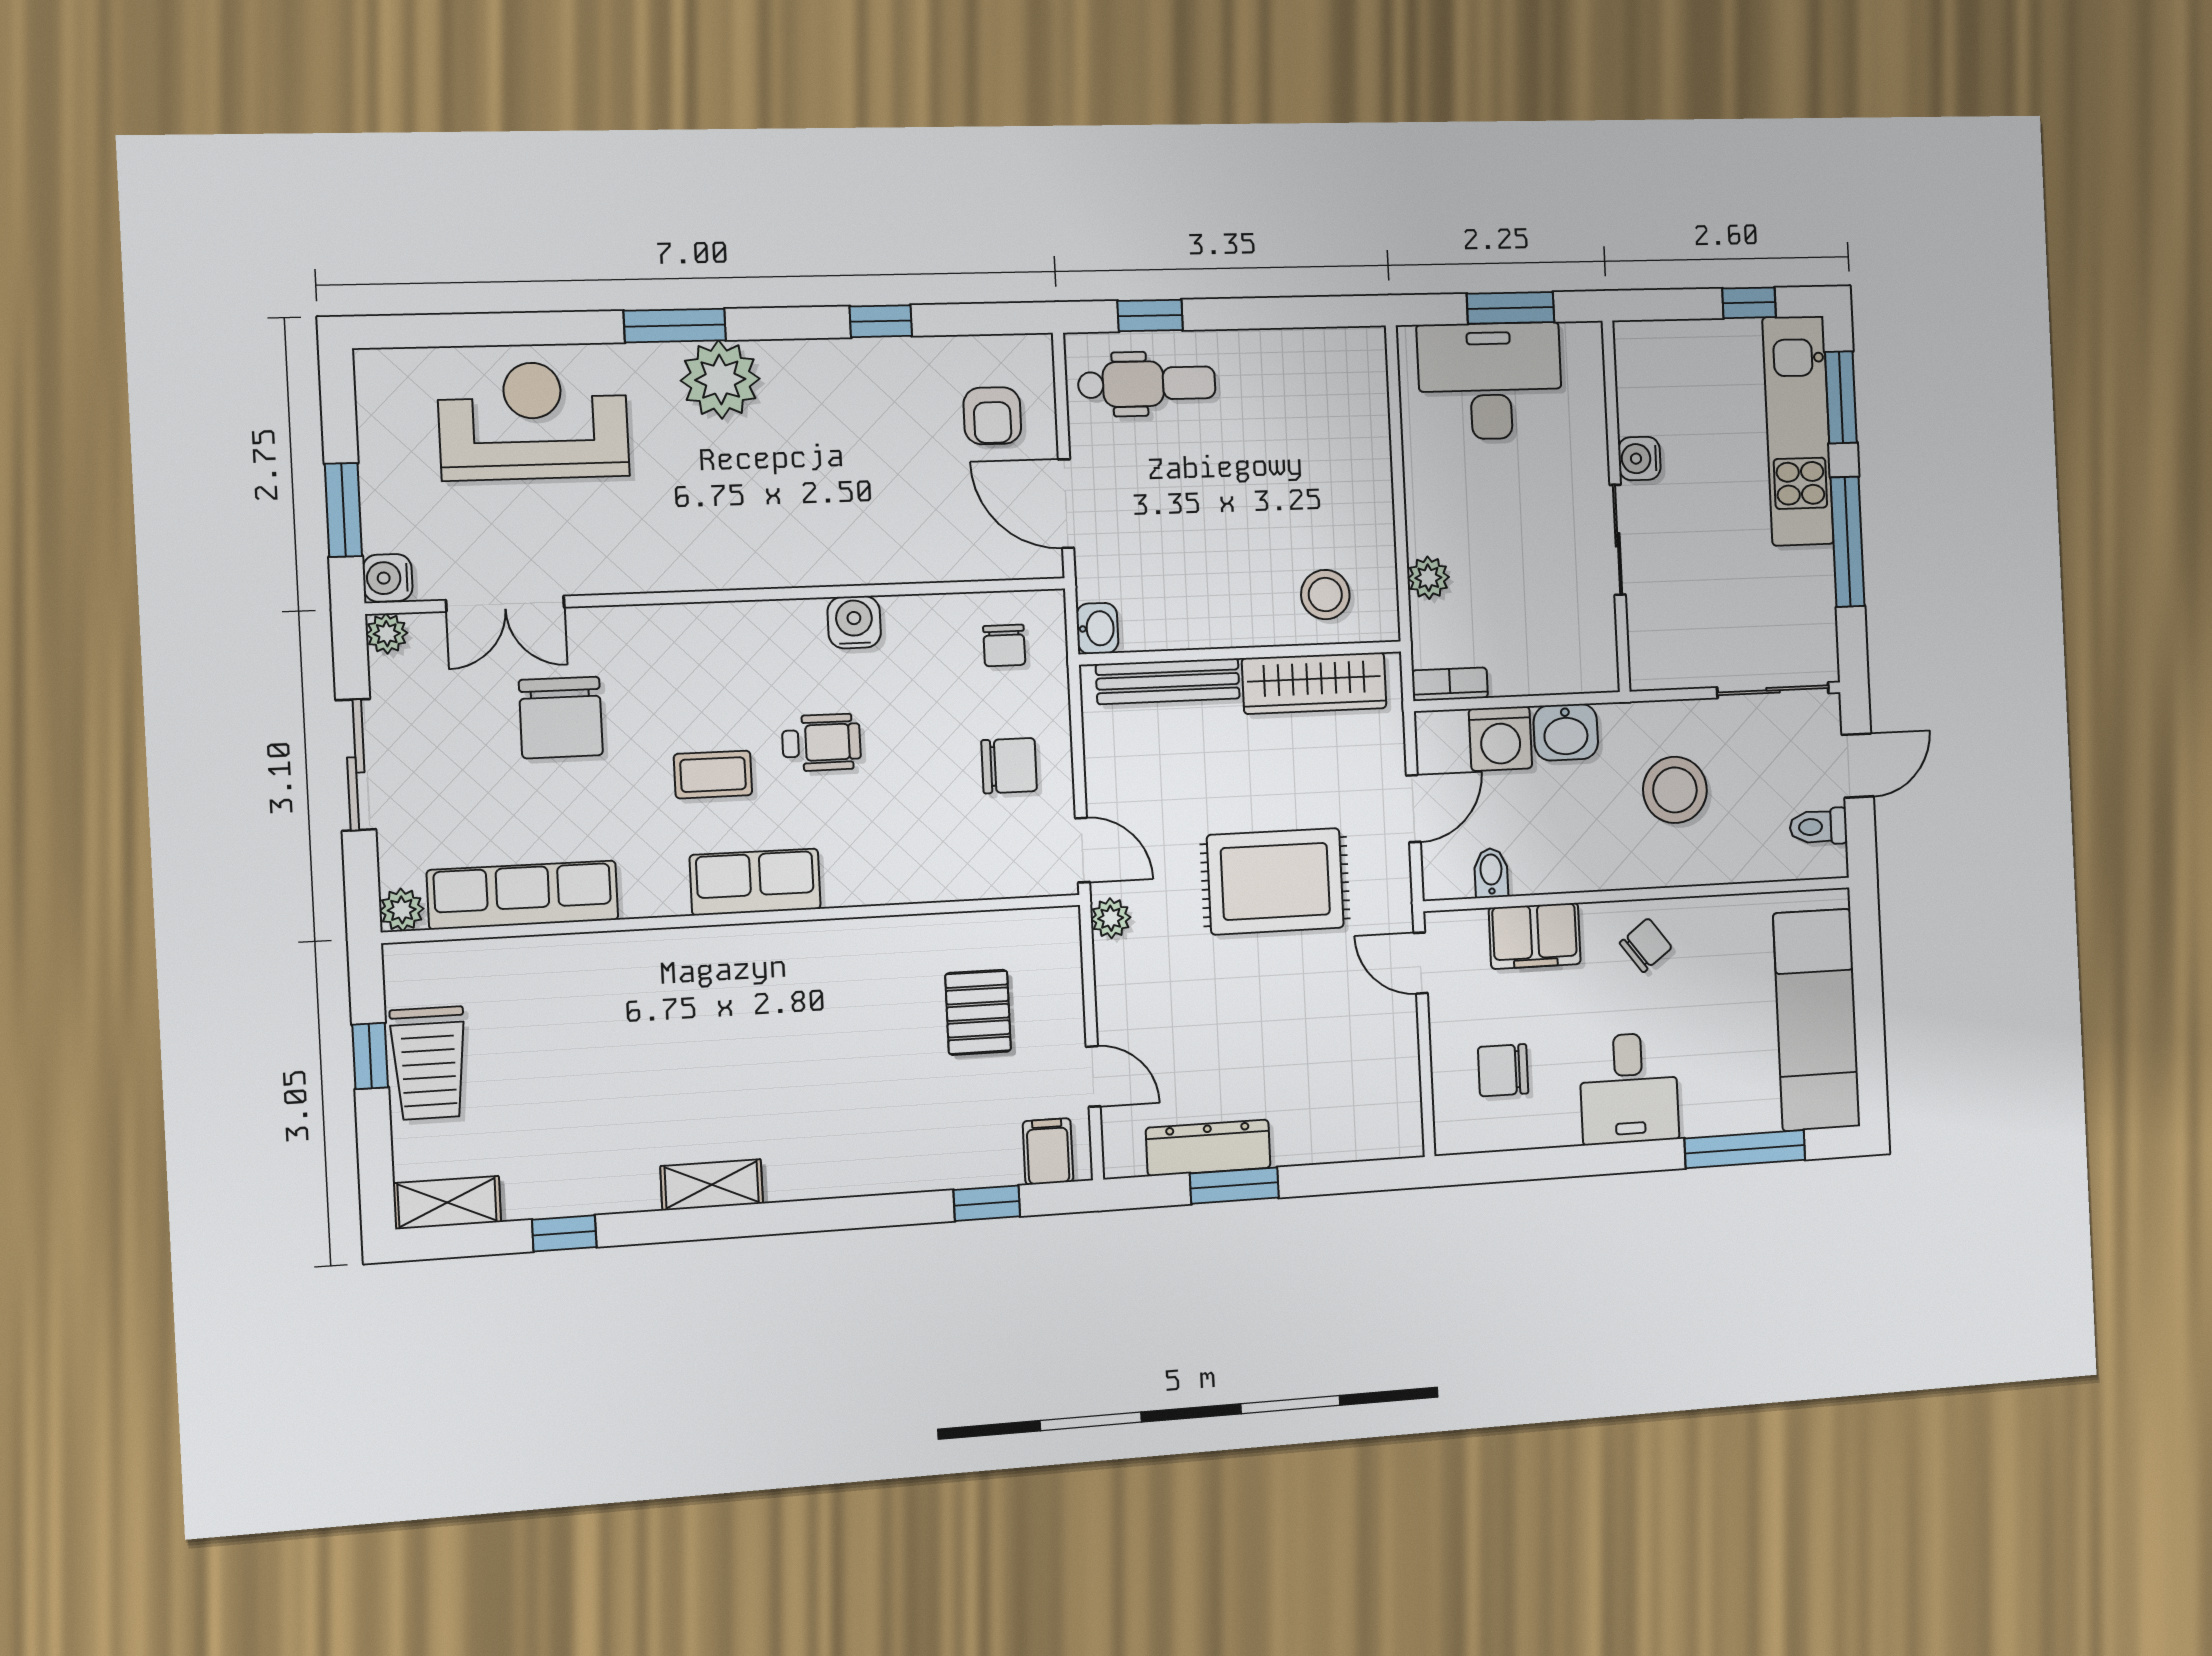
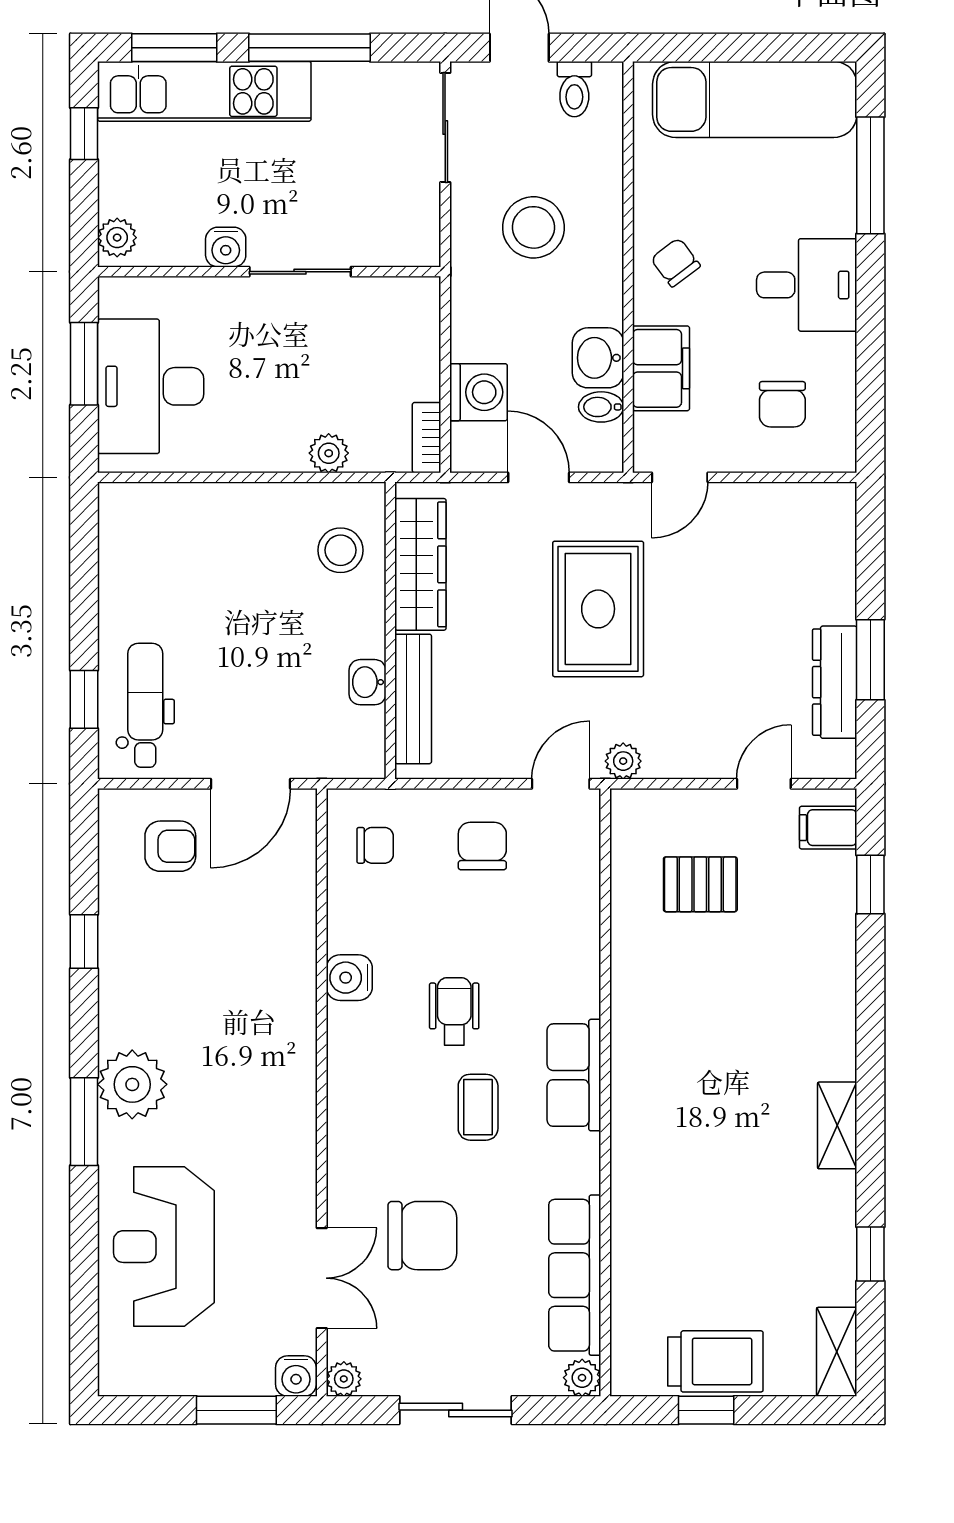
plant: (1644, 341) -> (117, 238), added
washbasin: (1097, 628) -> (367, 682), moved, turned -90
washbasin: (1566, 732) -> (598, 358), moved, turned 180

